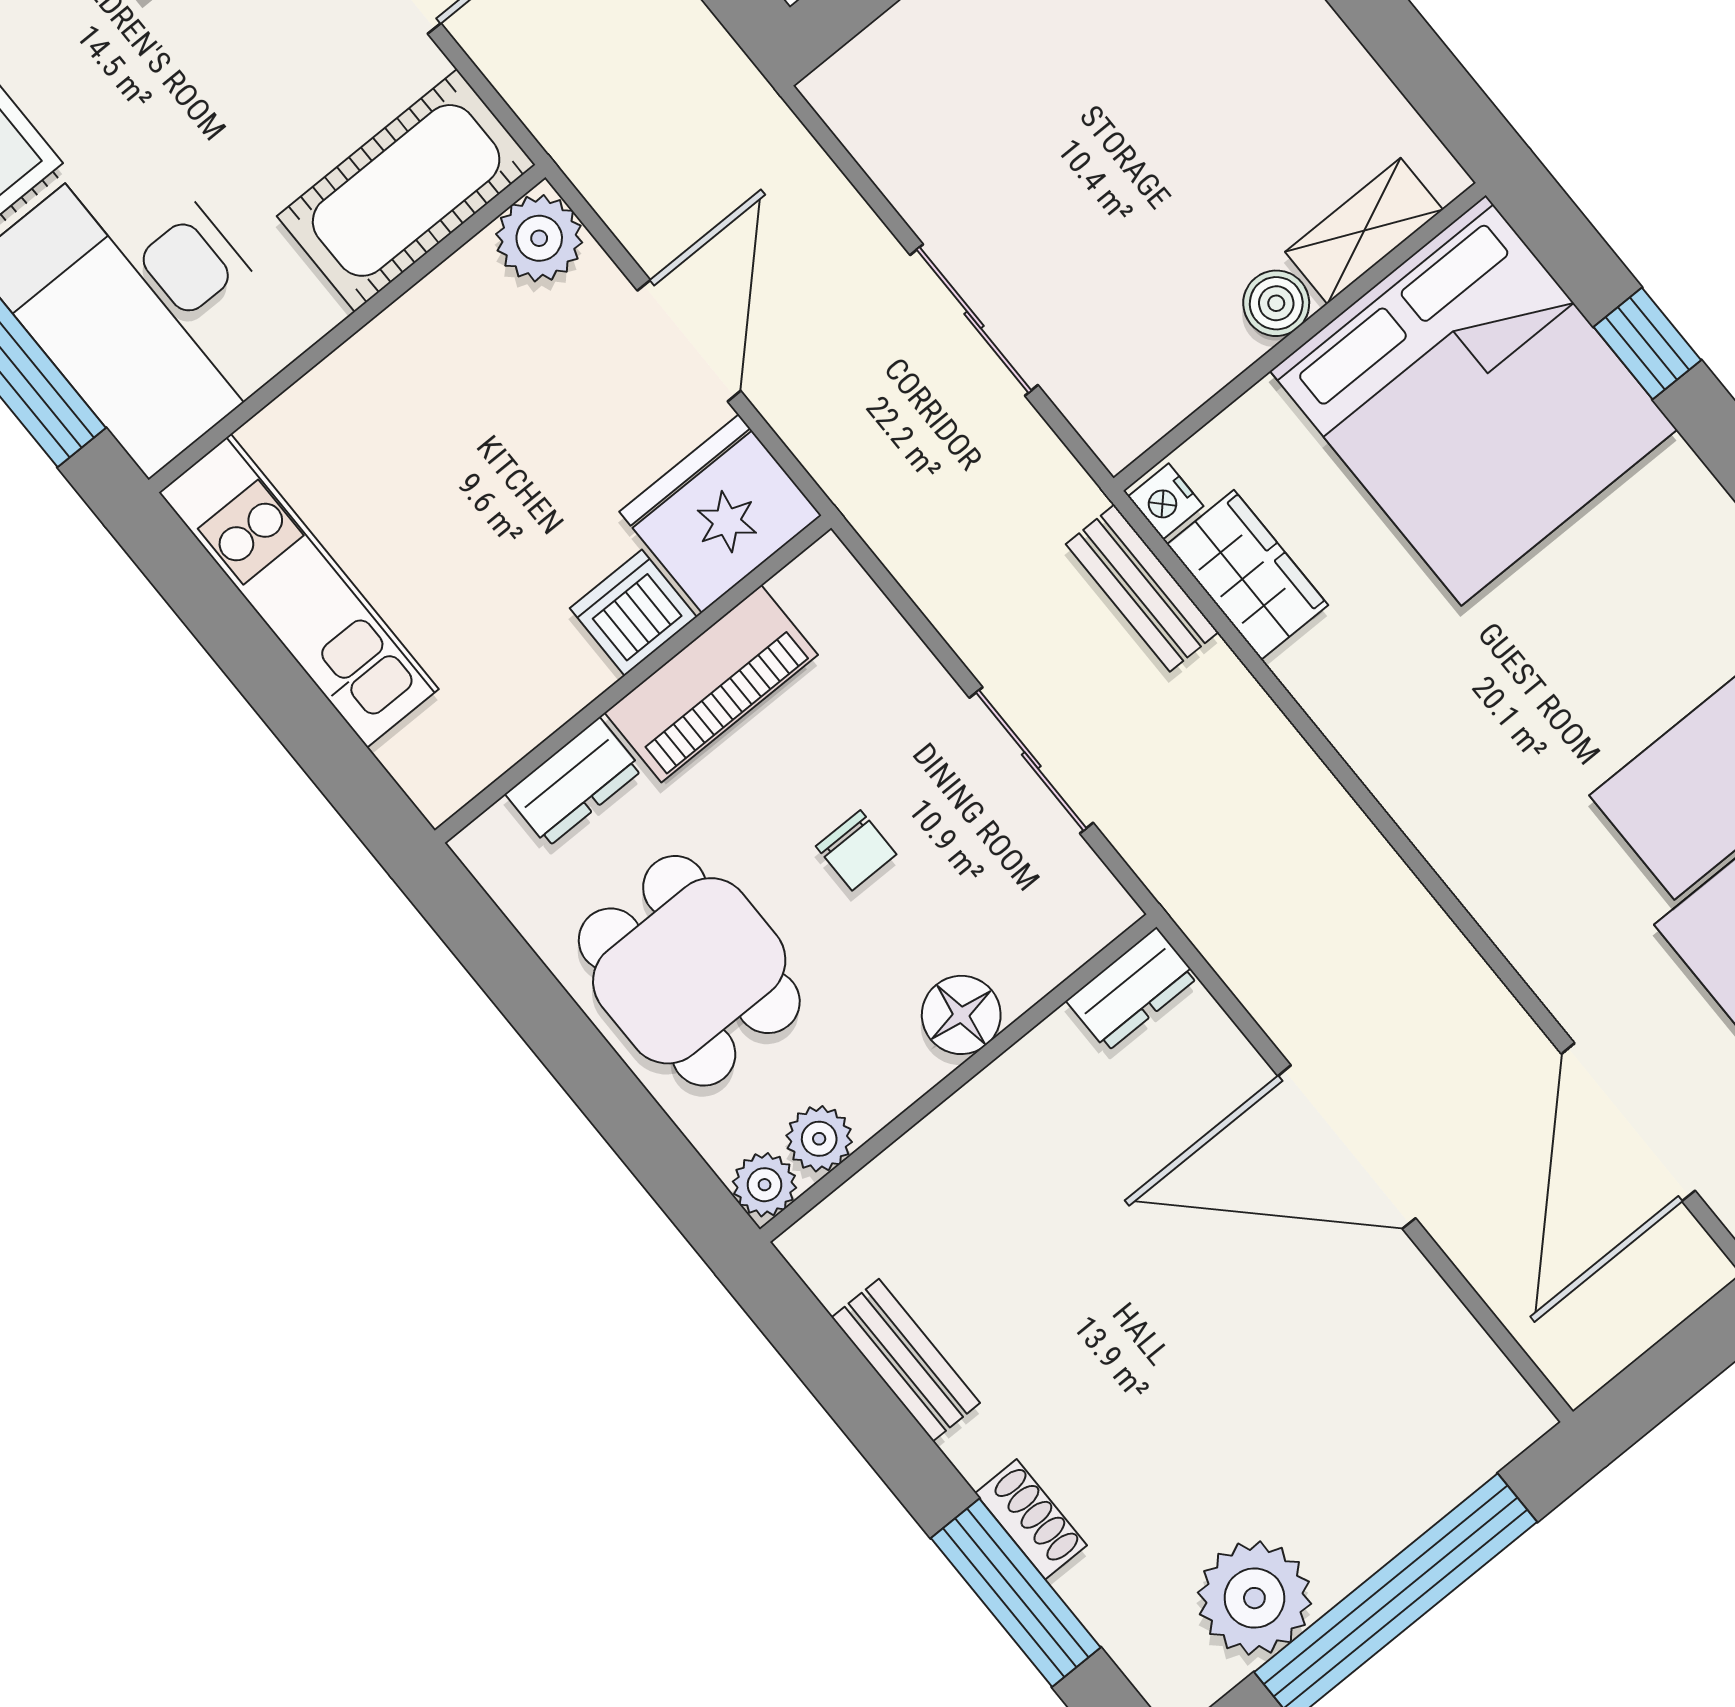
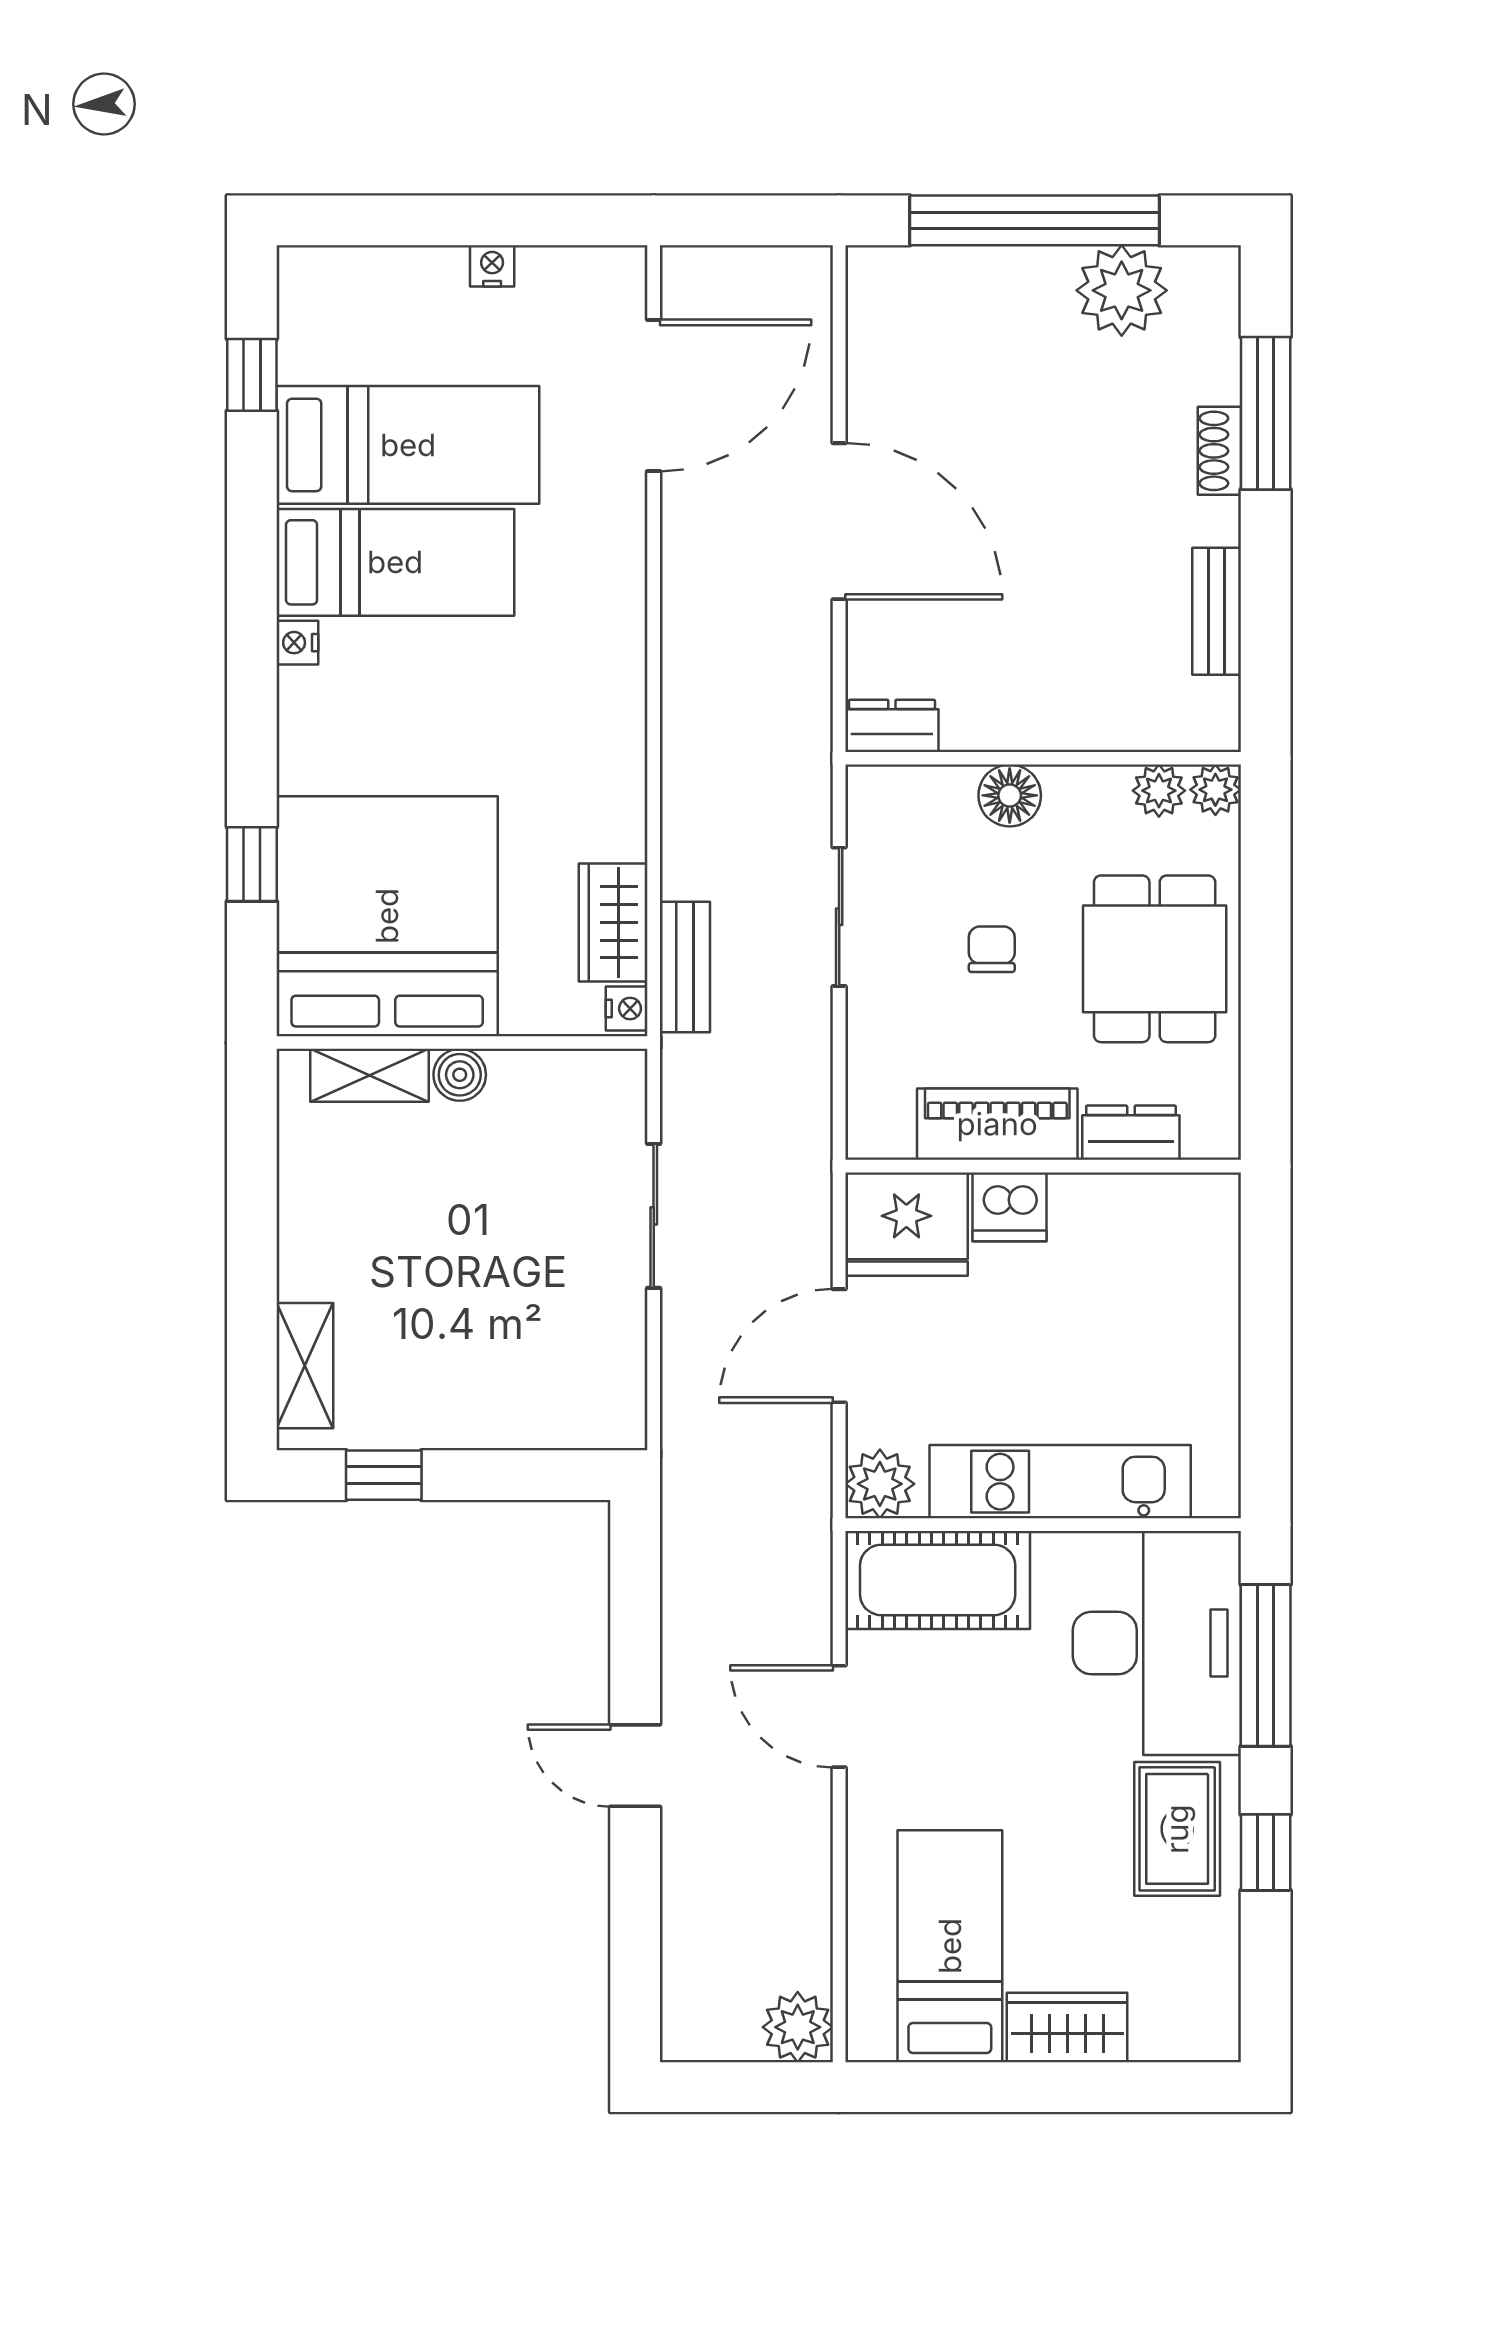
kitchen unit: (299, 591) -> (1060, 1482), moved, turned 90

